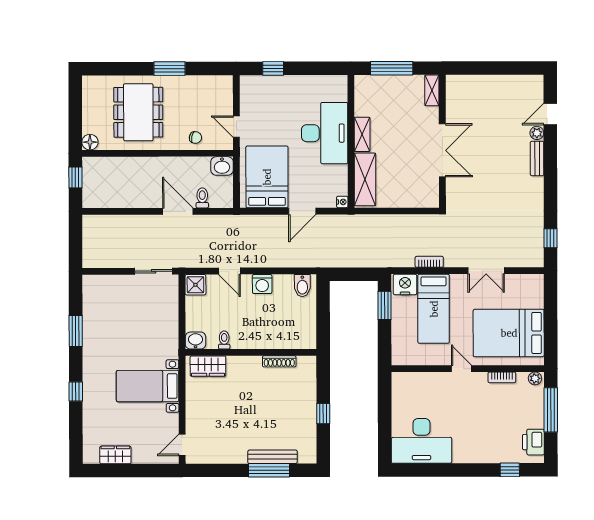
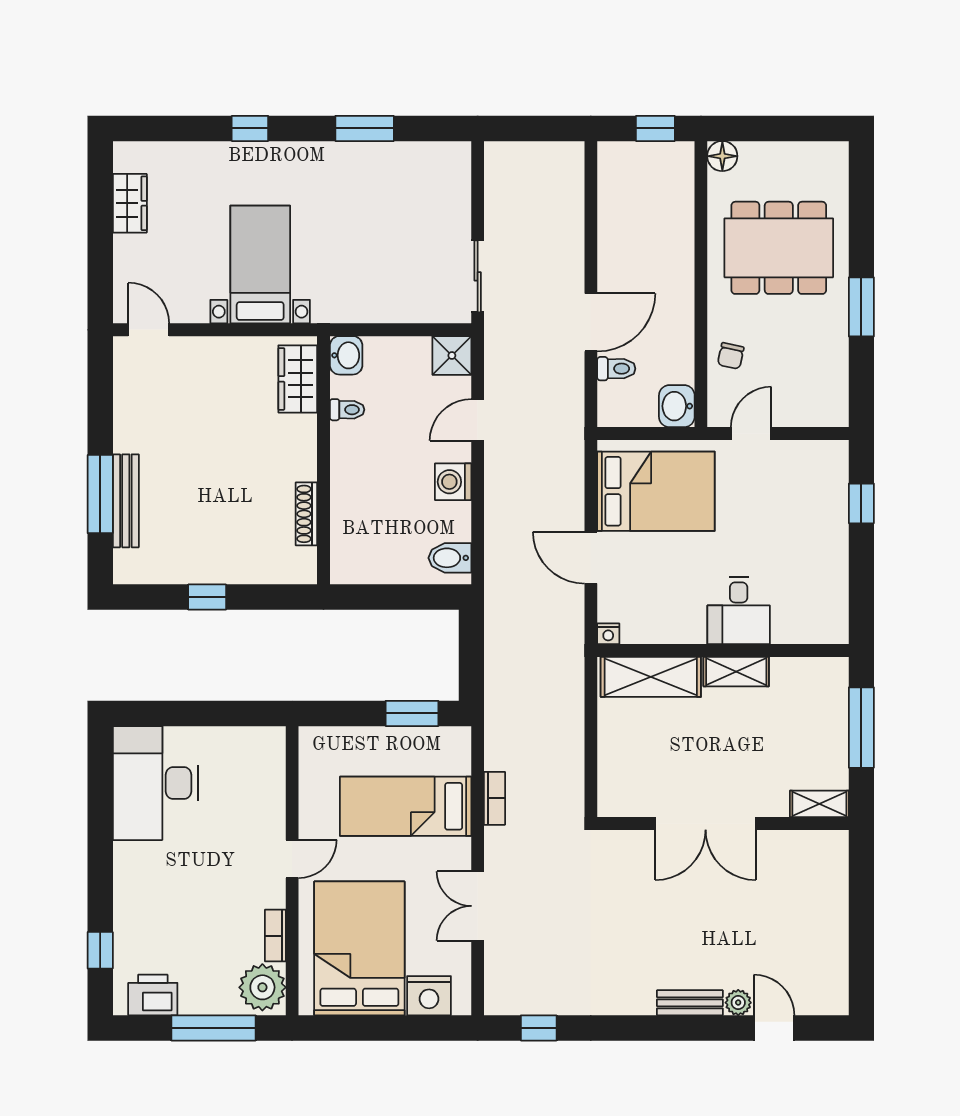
desk: (325, 133) -> (739, 611), width x0.53, depth x0.77
nightstand: (405, 284) -> (429, 996), moved, turned 90
plant: (535, 378) -> (262, 987), width x1.87, depth x1.87

